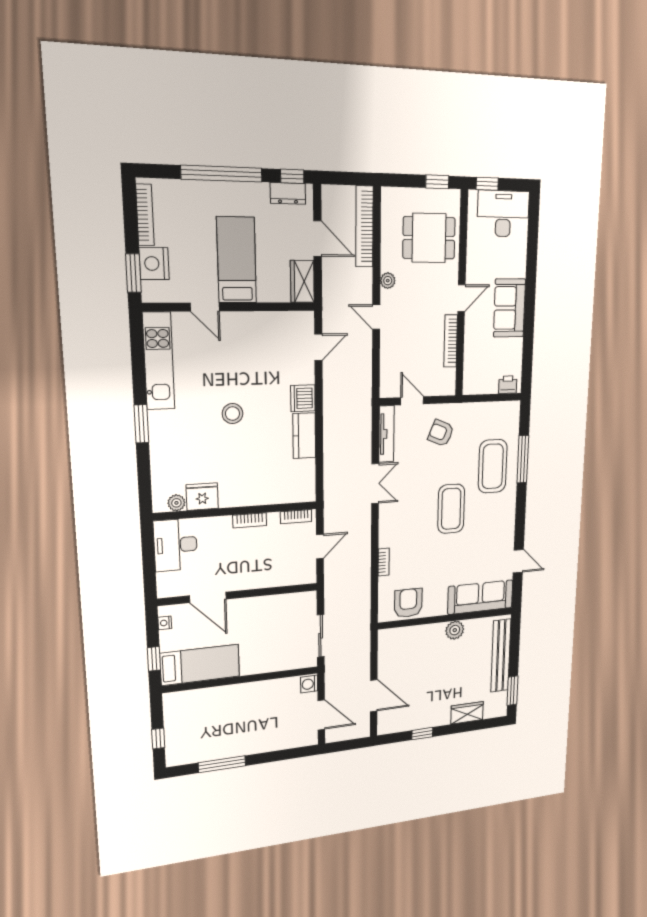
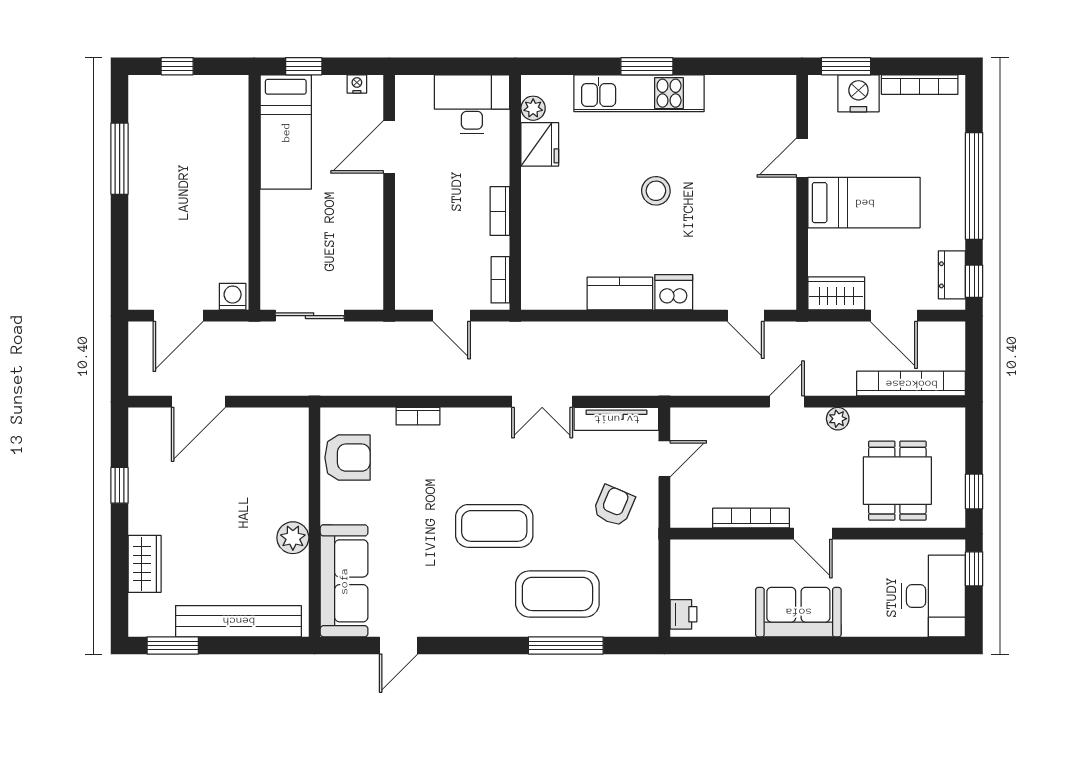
door: (317, 239) -> (894, 316), hinge flipped
kitchen unit: (159, 361) -> (639, 93), moved

